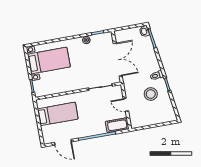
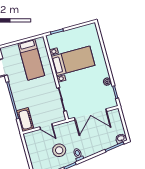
bed with nightstands: (49, 61) -> (73, 61), moved, turned -90
door: (126, 105) -> (46, 126), swing flipped

